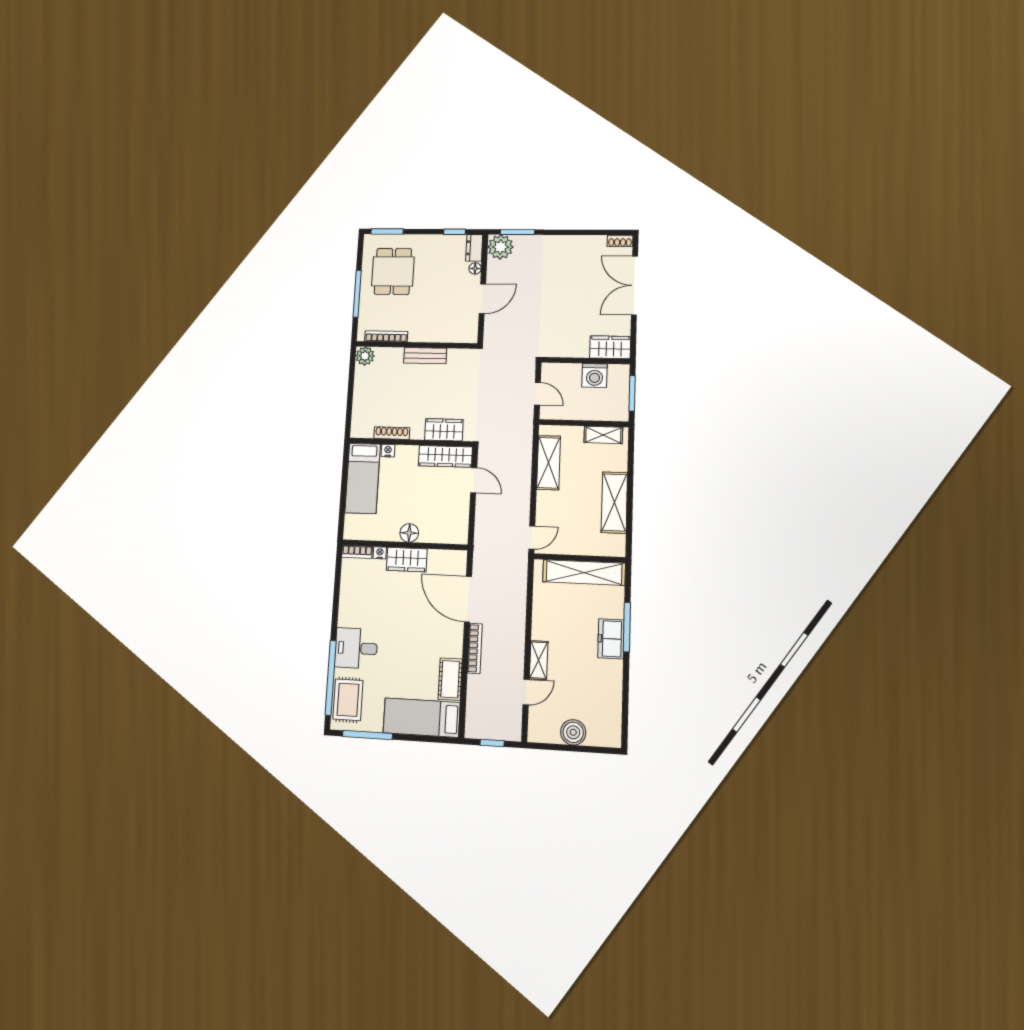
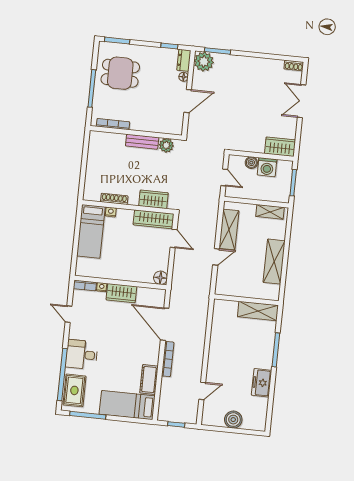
dining table: (393, 271) -> (120, 73), turned 90
double door: (635, 285) -> (302, 101), width x0.73
plant: (365, 356) -> (166, 145), moved
boiler: (573, 371) -> (251, 163), added
floor lamp: (409, 533) -> (161, 278), moved
door: (532, 538) -> (216, 257), moved
shelving: (584, 572) -> (258, 311), width x0.68
door: (337, 593) -> (68, 314), added
freezer: (611, 639) -> (262, 383), moved
shelving: (539, 660) -> (213, 369), removed

